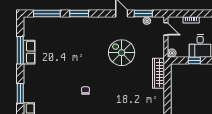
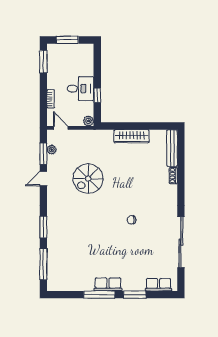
door: (166, 29) -> (61, 128), hinge flipped
window: (20, 50) -> (99, 295), moved
row of seats: (29, 52) -> (108, 284), moved
wardrobe: (158, 73) -> (132, 136), moved

